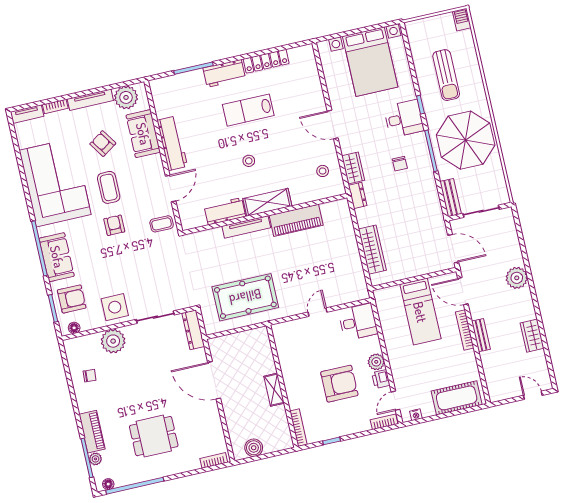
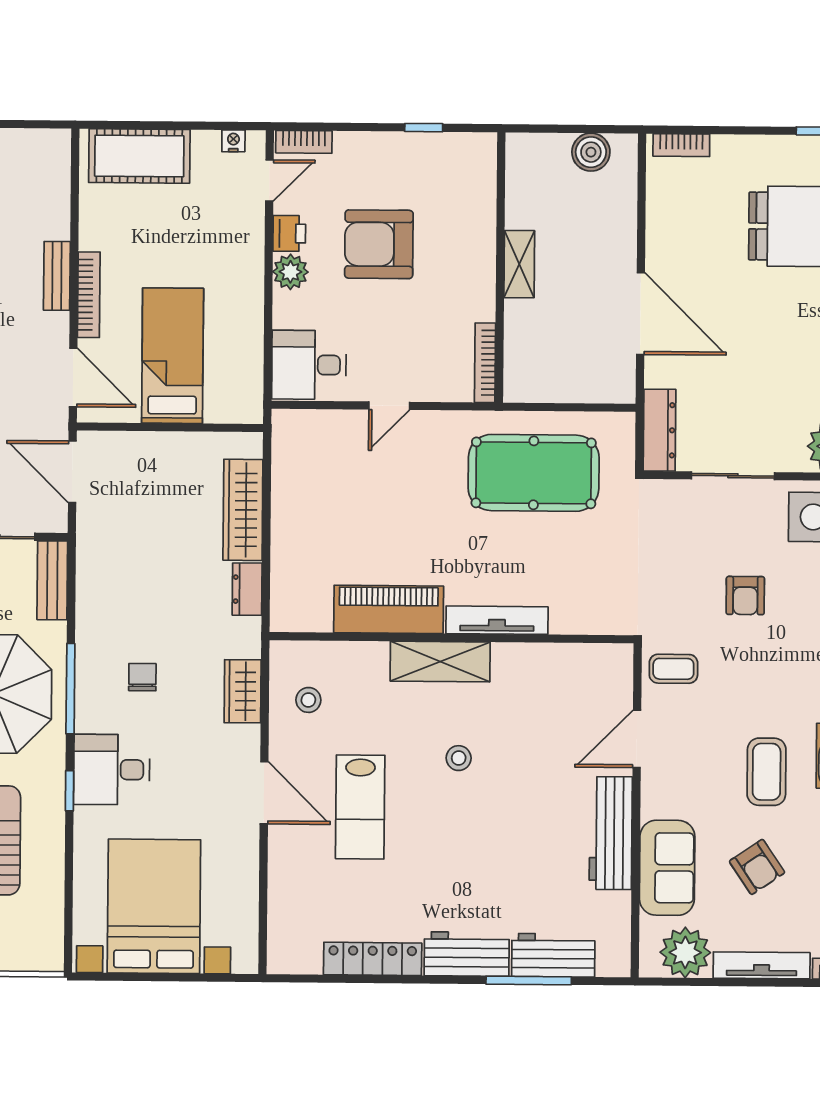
lab bench: (248, 110) -> (360, 807), moved, turned 90
dresser: (358, 195) -> (247, 589), moved
workbench: (225, 211) -> (553, 955), moved, turned 180
armchair: (114, 225) -> (745, 596), moved
bookcase: (299, 428) -> (485, 363), moved

